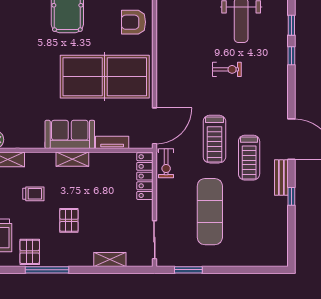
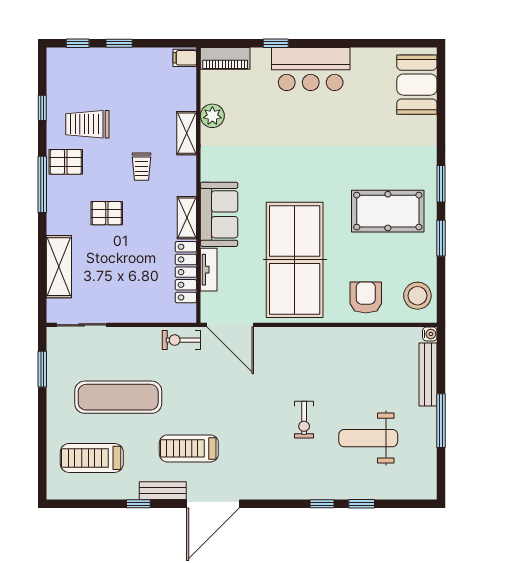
treadmill: (214, 139) -> (92, 458), moved
locker: (145, 176) -> (186, 272), moved, turned -90
shelving: (110, 260) -> (59, 267), width x1.50, depth x1.33

